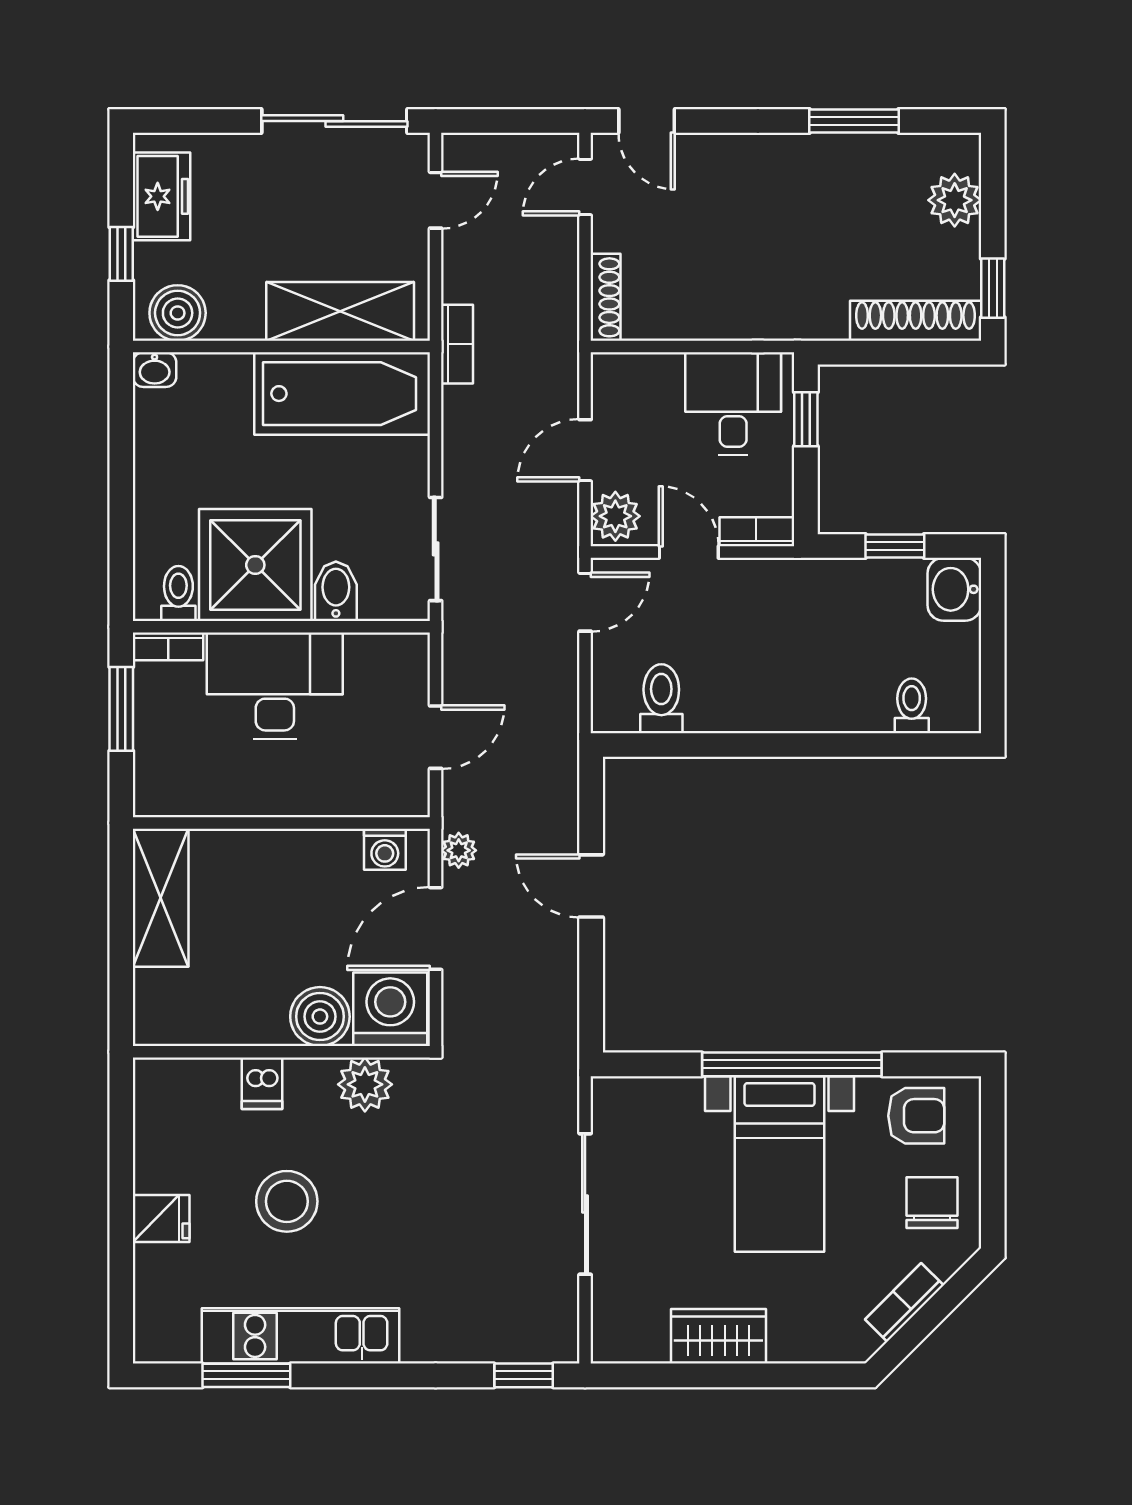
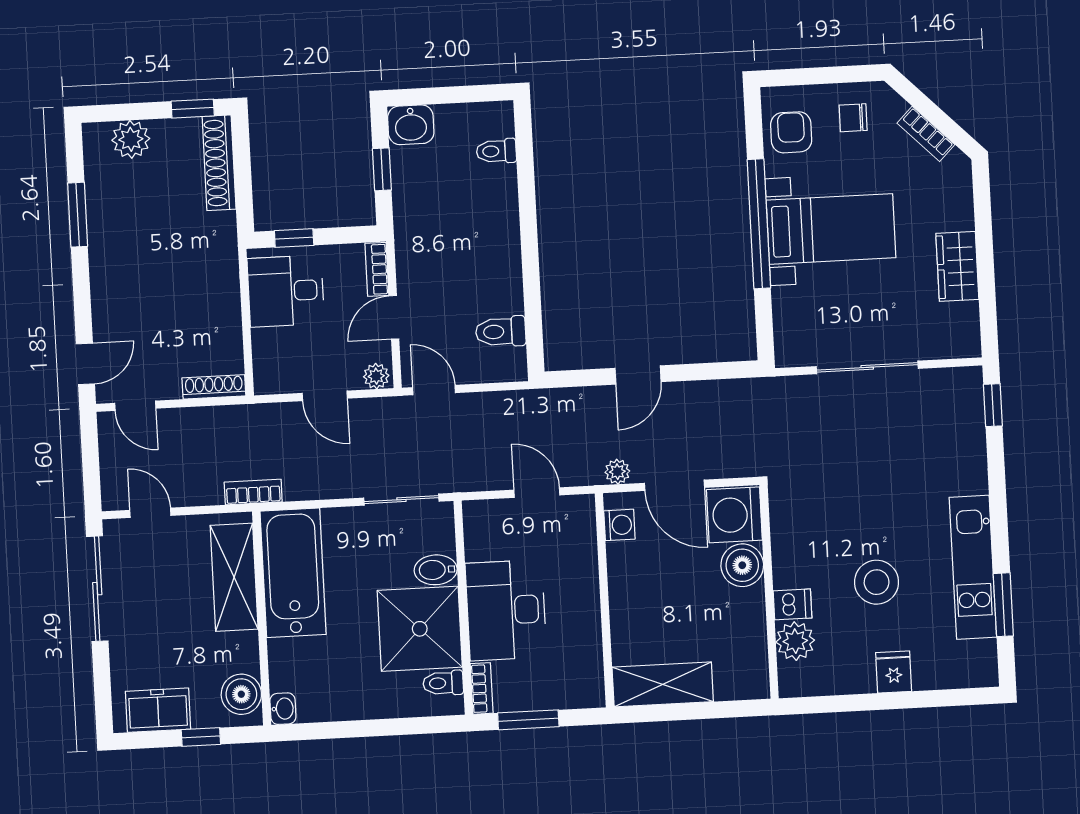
plant: (615, 516) -> (376, 376), width x0.73, depth x0.73
plant: (365, 1084) -> (795, 641), moved
chair: (932, 1203) -> (853, 118), width x0.73, depth x0.73

